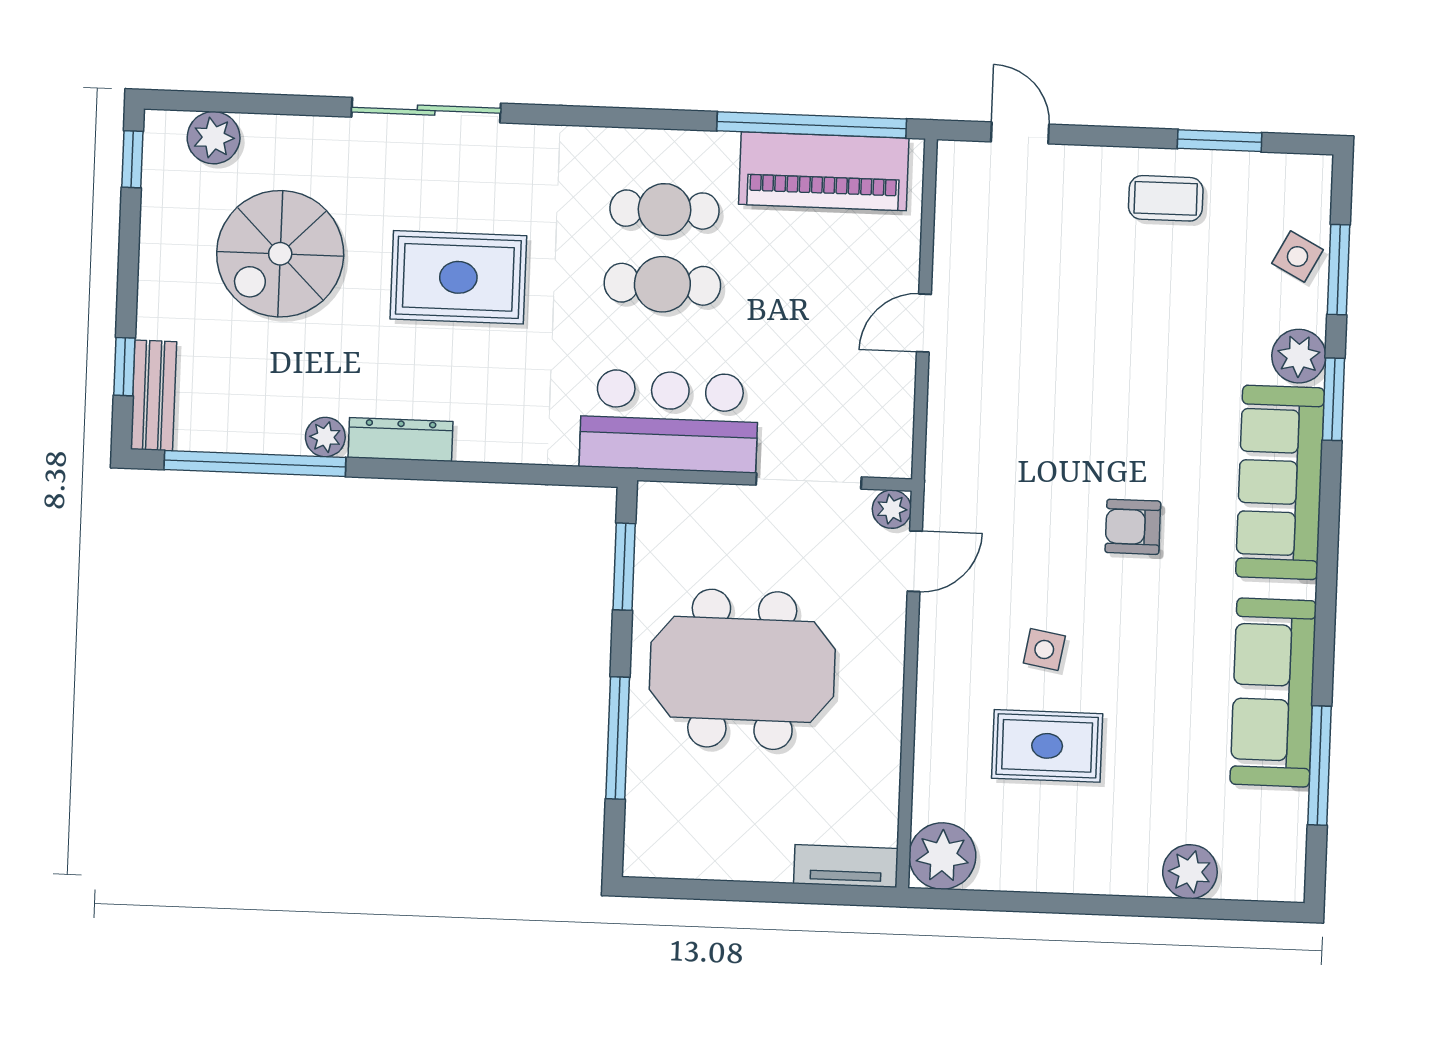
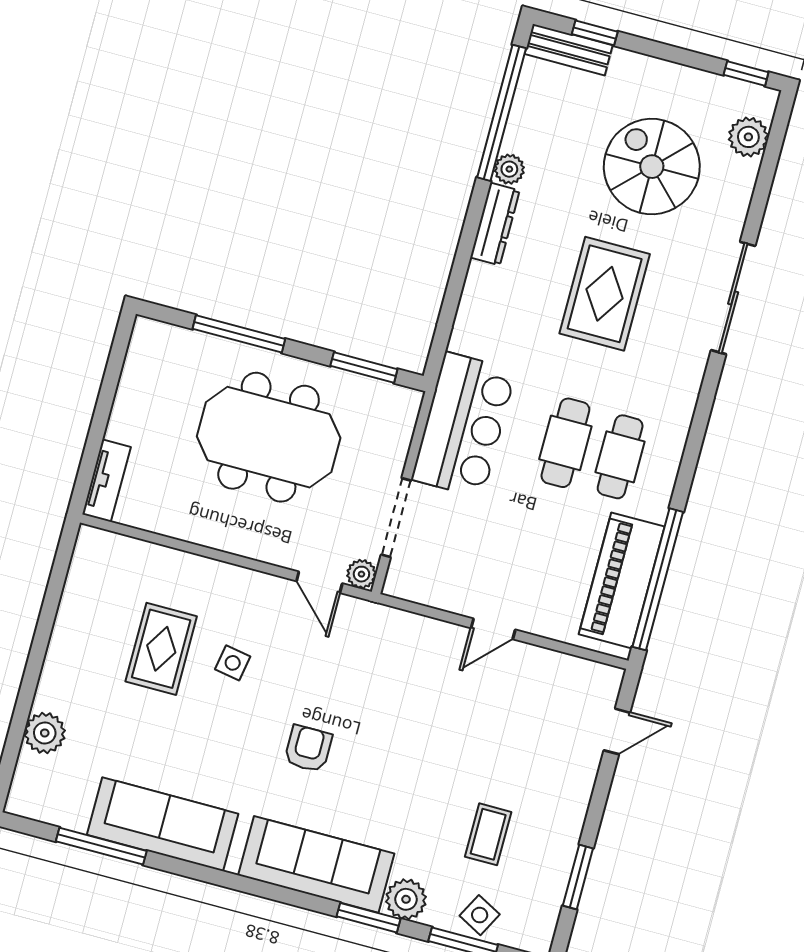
coffee table: (1166, 198) -> (488, 834), moved
door: (924, 323) -> (493, 629), swing flipped
meeting table: (742, 669) -> (269, 437), turned 90
plant: (942, 856) -> (98, 553), removed

